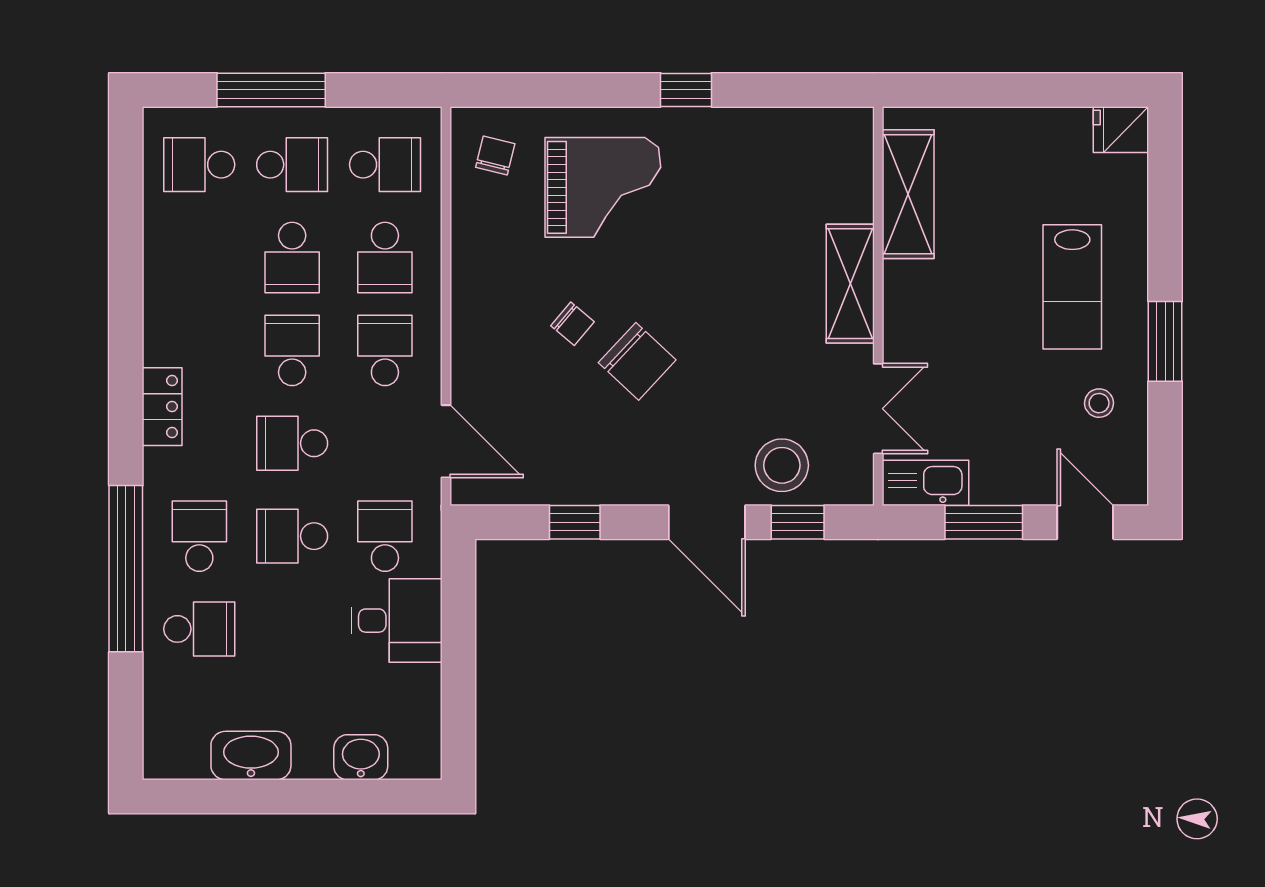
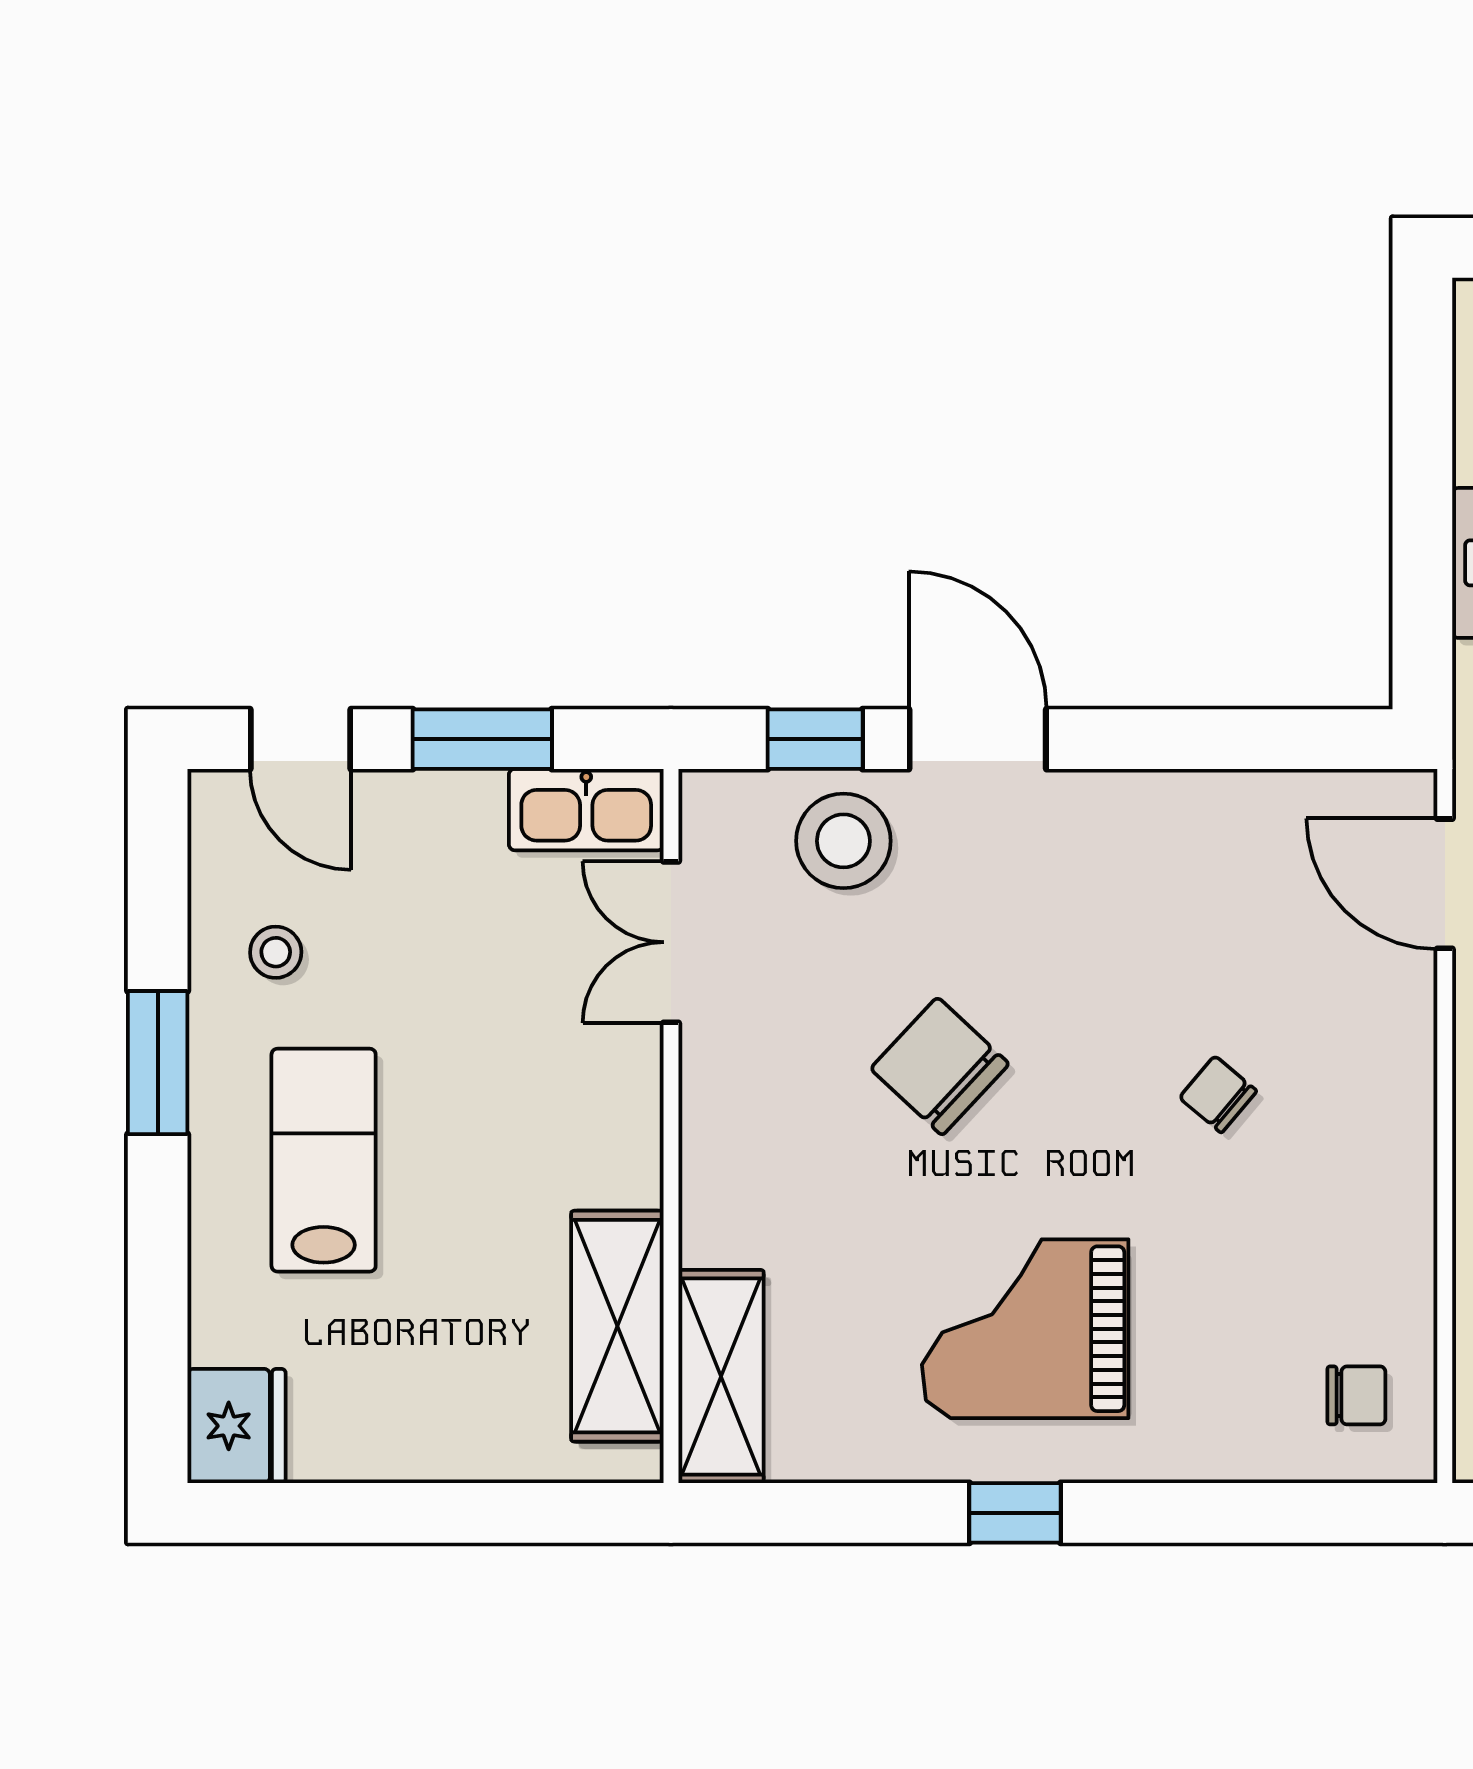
fridge: (1121, 130) -> (237, 1426), width x1.38
chair: (495, 156) -> (1356, 1395), turned -104
grand piano: (603, 187) -> (1025, 1329), moved
shelving: (850, 284) -> (721, 1376), moved
chair: (637, 361) -> (940, 1066), moved
window: (575, 522) -> (1214, 739), removed

